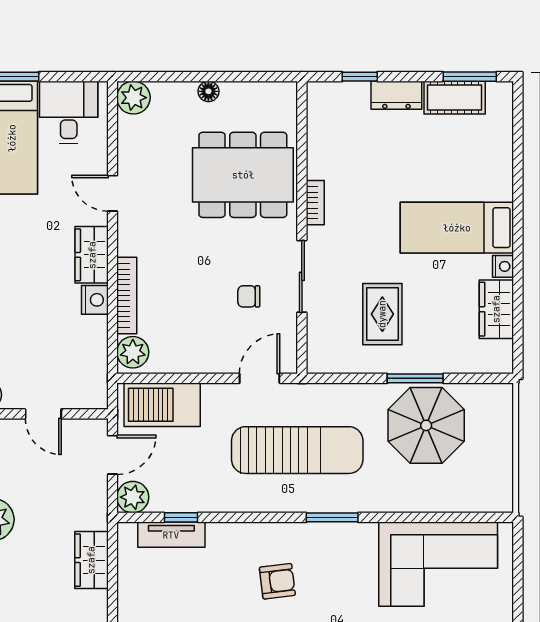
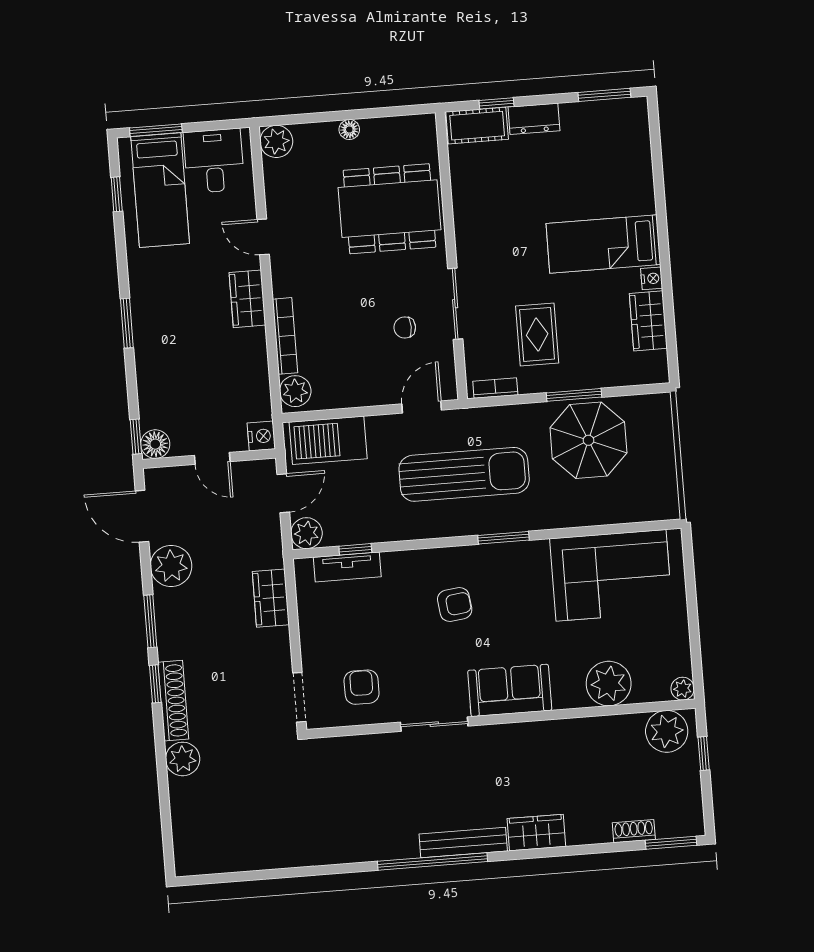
cot: (455, 98) -> (477, 126), moved
bookcase: (315, 203) -> (495, 388), moved, turned -90
nightstand: (95, 300) -> (261, 436), moved

